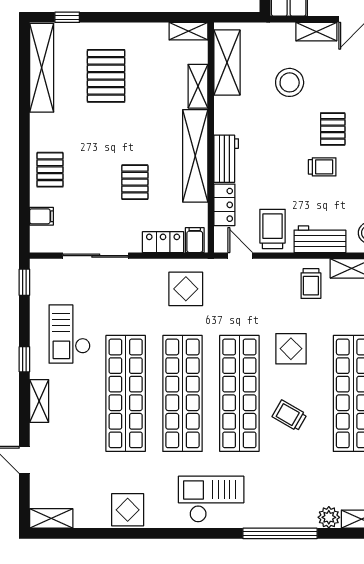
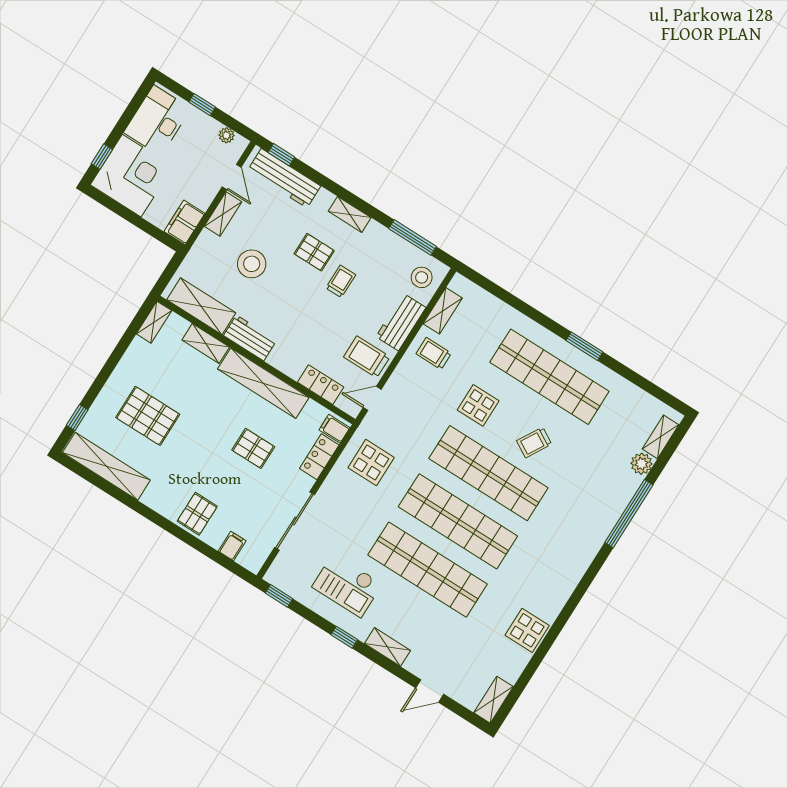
workbench: (226, 159) -> (250, 338), moved
pallet: (50, 170) -> (197, 514), turned 90
trolley: (311, 284) -> (434, 354), turned 180
checkout: (211, 499) -> (563, 554), removed

